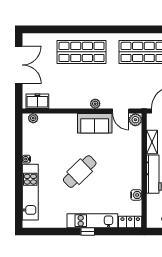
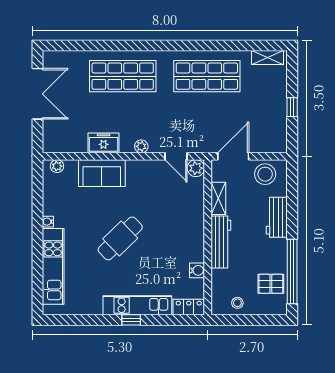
freezer: (37, 101) -> (104, 143), moved
sofa: (95, 123) -> (102, 173), moved

